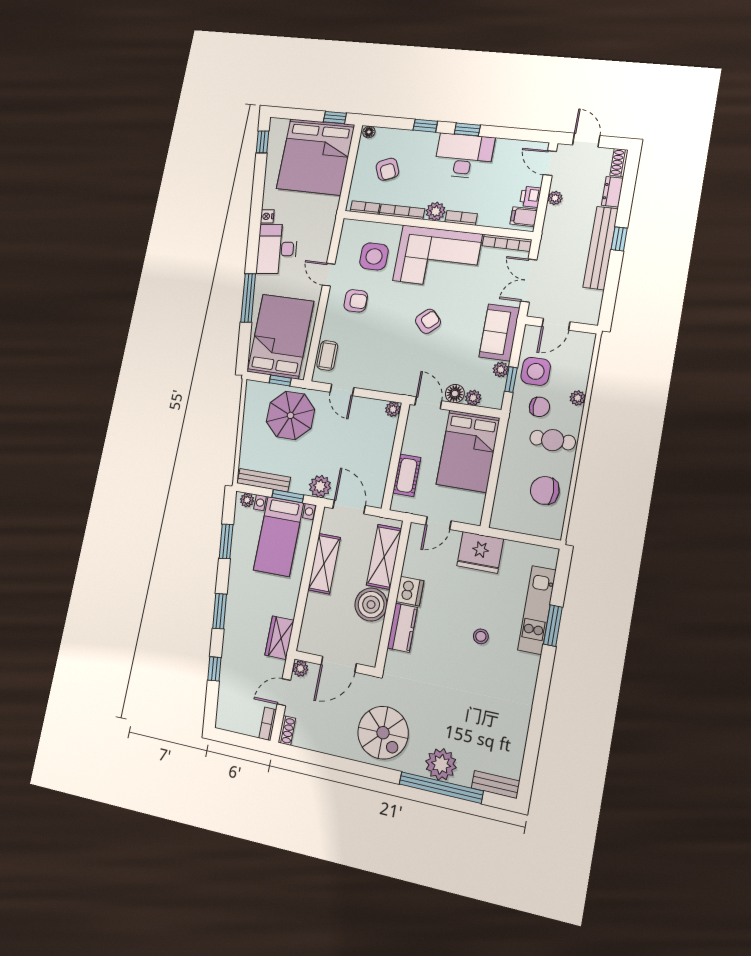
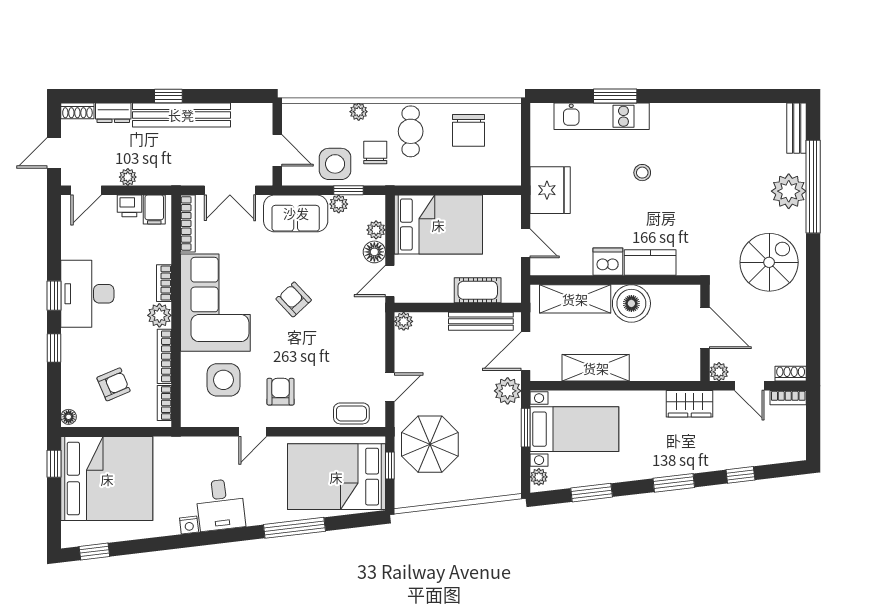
desk: (277, 249) -> (220, 505), width x0.73
bench: (264, 480) -> (481, 321), moved, turned 90

